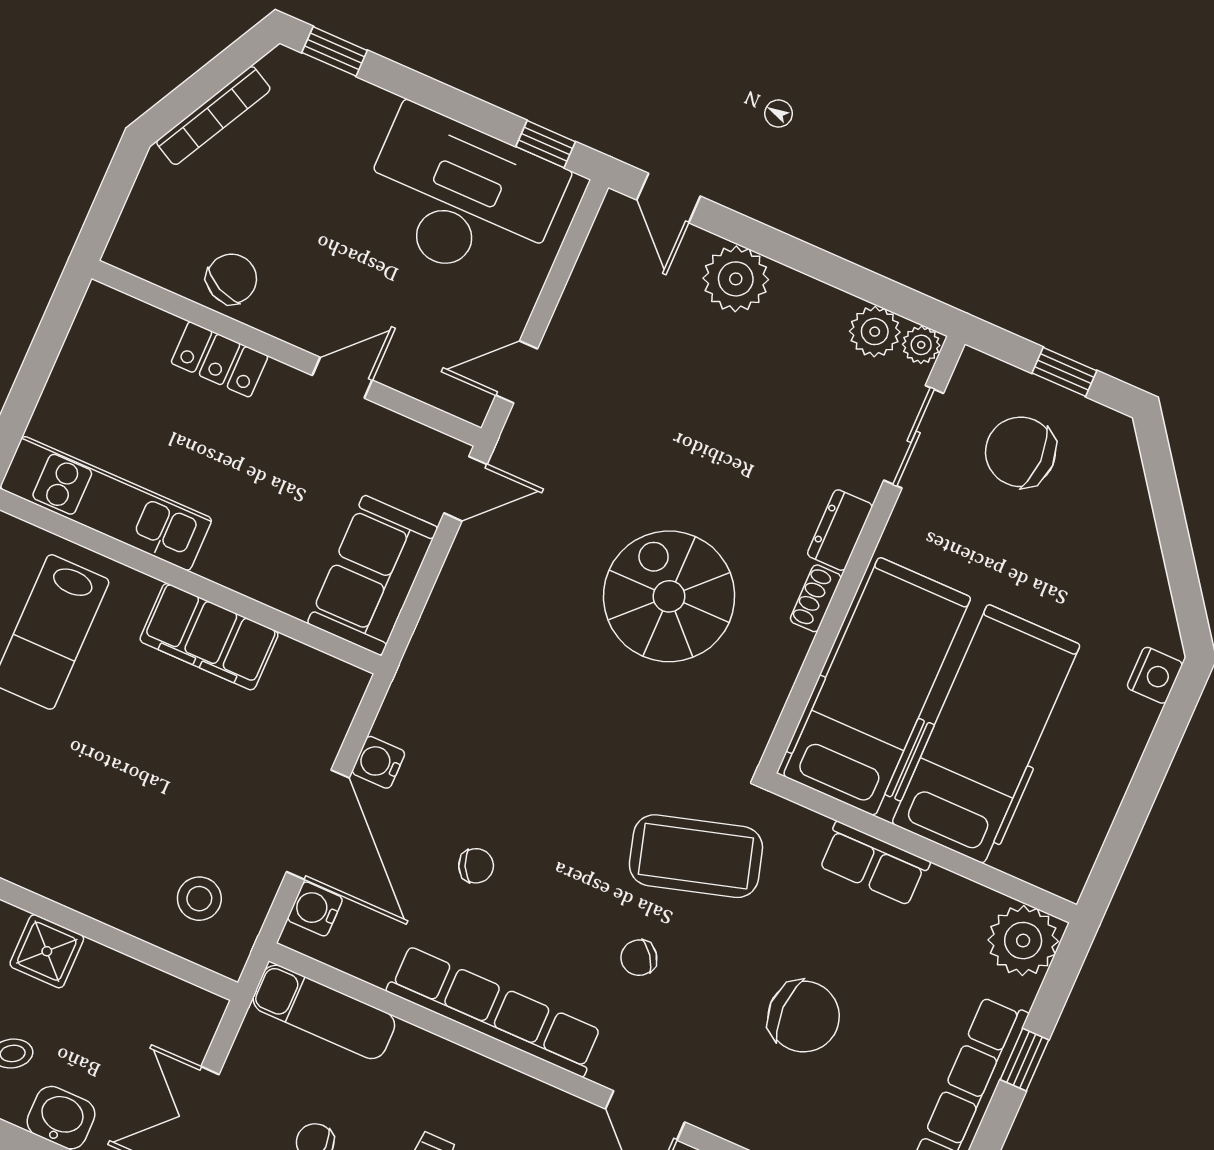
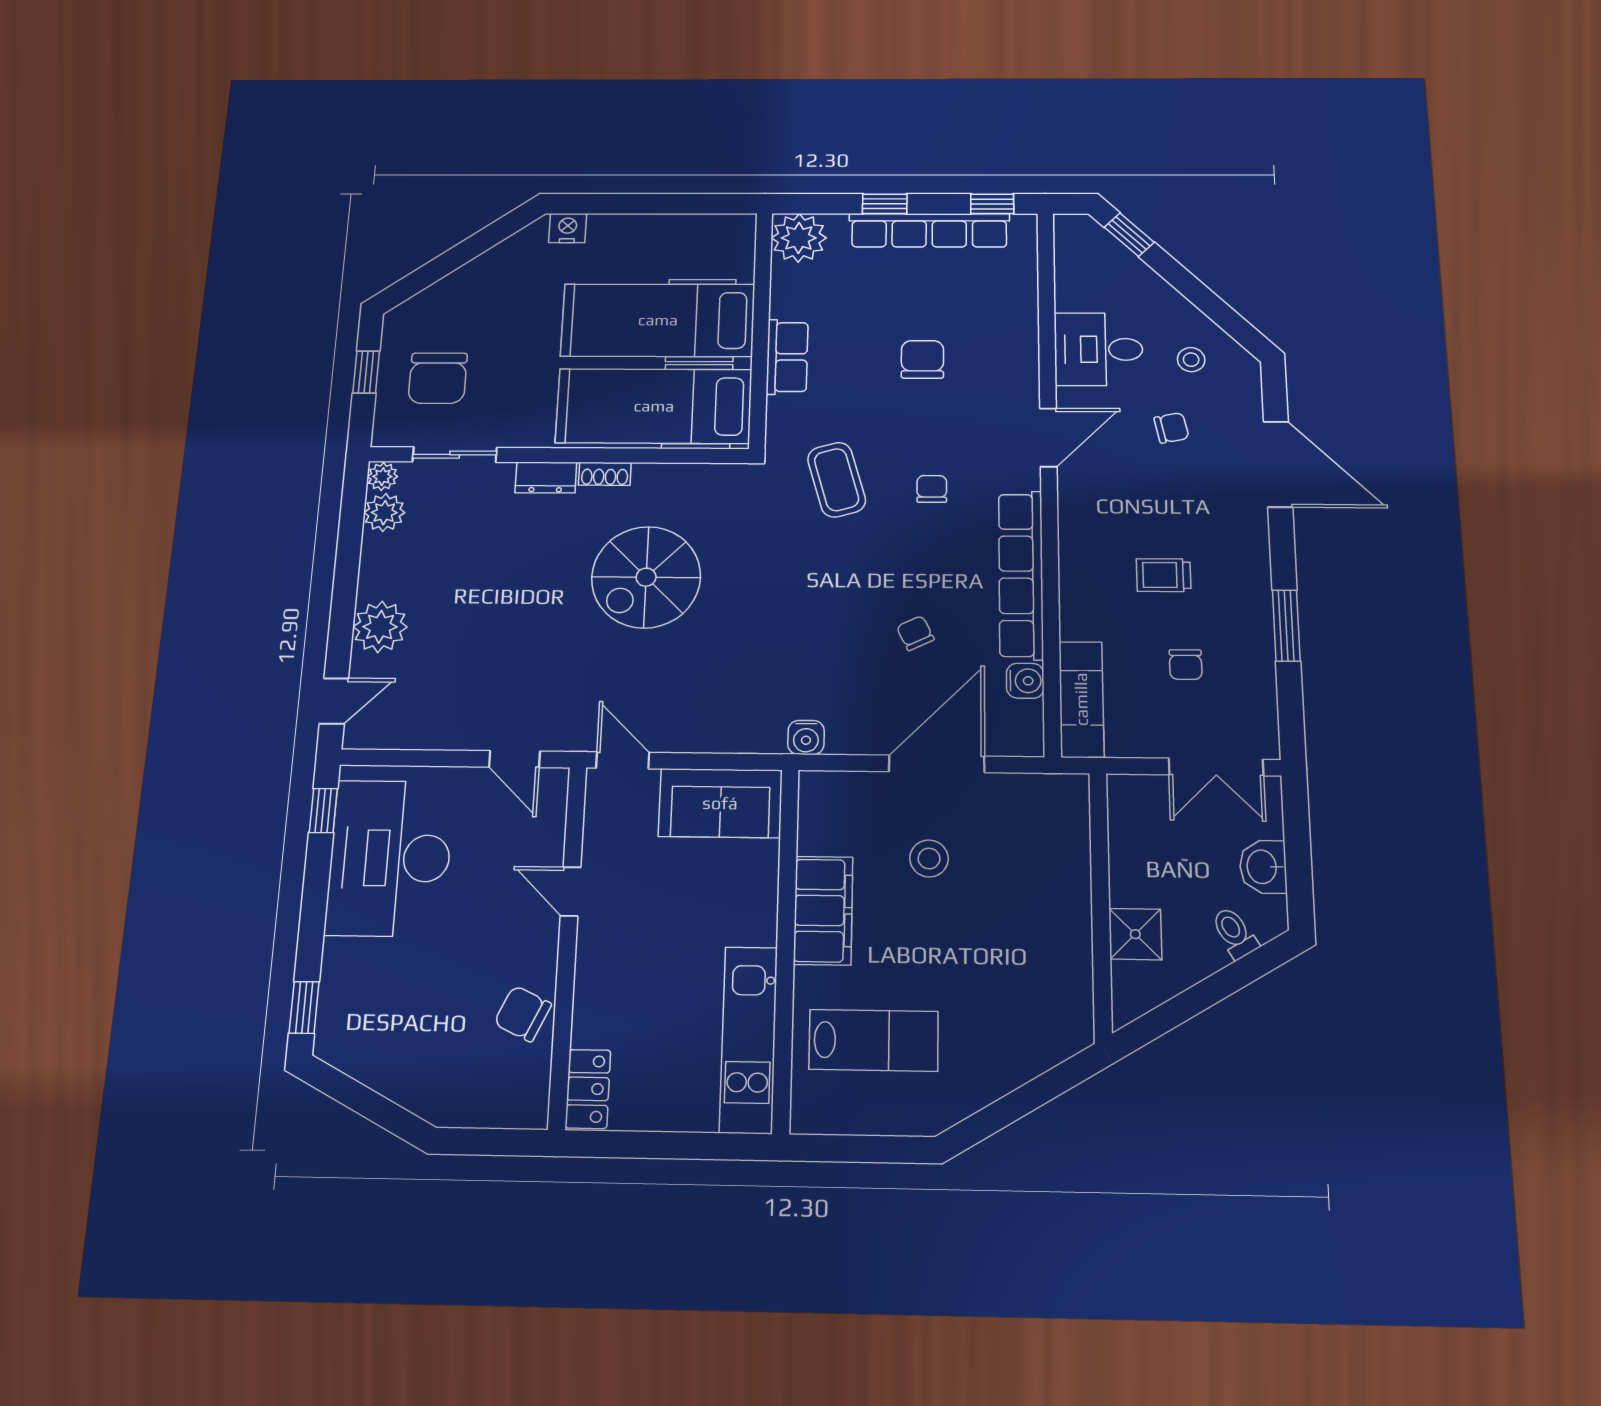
bookcase: (213, 116) -> (392, 1085), removed
locker: (220, 359) -> (588, 1089), moved
water cooler: (378, 762) -> (806, 737), moved
coffee table: (696, 856) -> (837, 480), width x0.73, depth x0.76
stool: (199, 899) -> (929, 858), moved
water cooler: (315, 909) -> (1025, 681), moved, turned -90
chair: (639, 958) -> (932, 489), turned -143
chair: (804, 1017) -> (922, 359), width x0.73, depth x0.73

